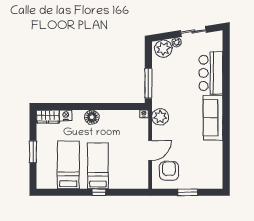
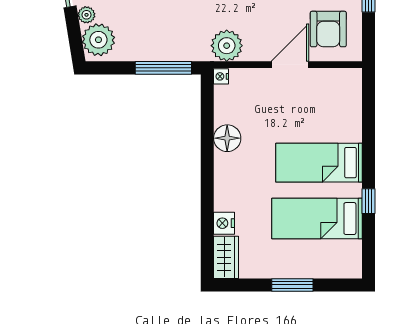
floor lamp: (92, 117) -> (227, 138), moved
door: (150, 150) -> (290, 65), hinge flipped
armchair: (169, 171) -> (328, 29), turned -90
window: (99, 192) -> (369, 201), moved

